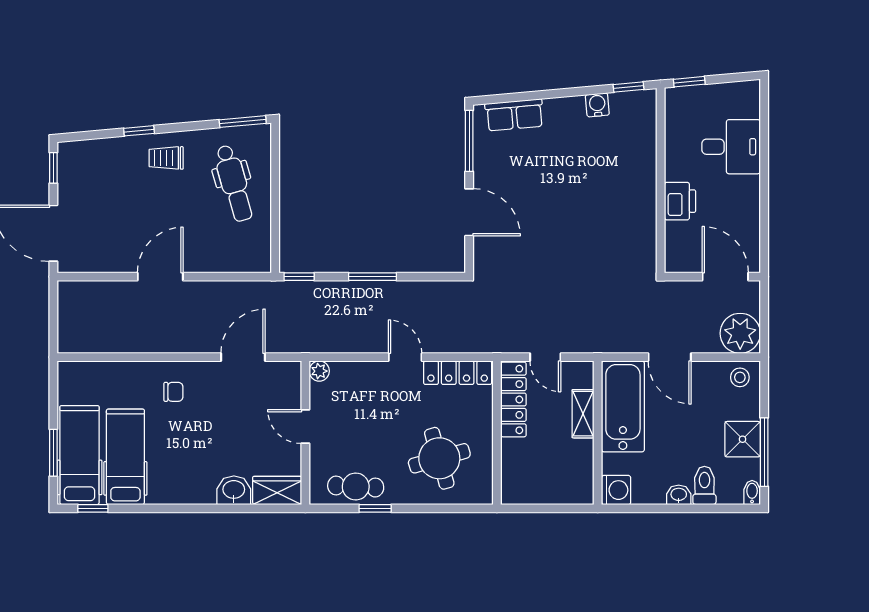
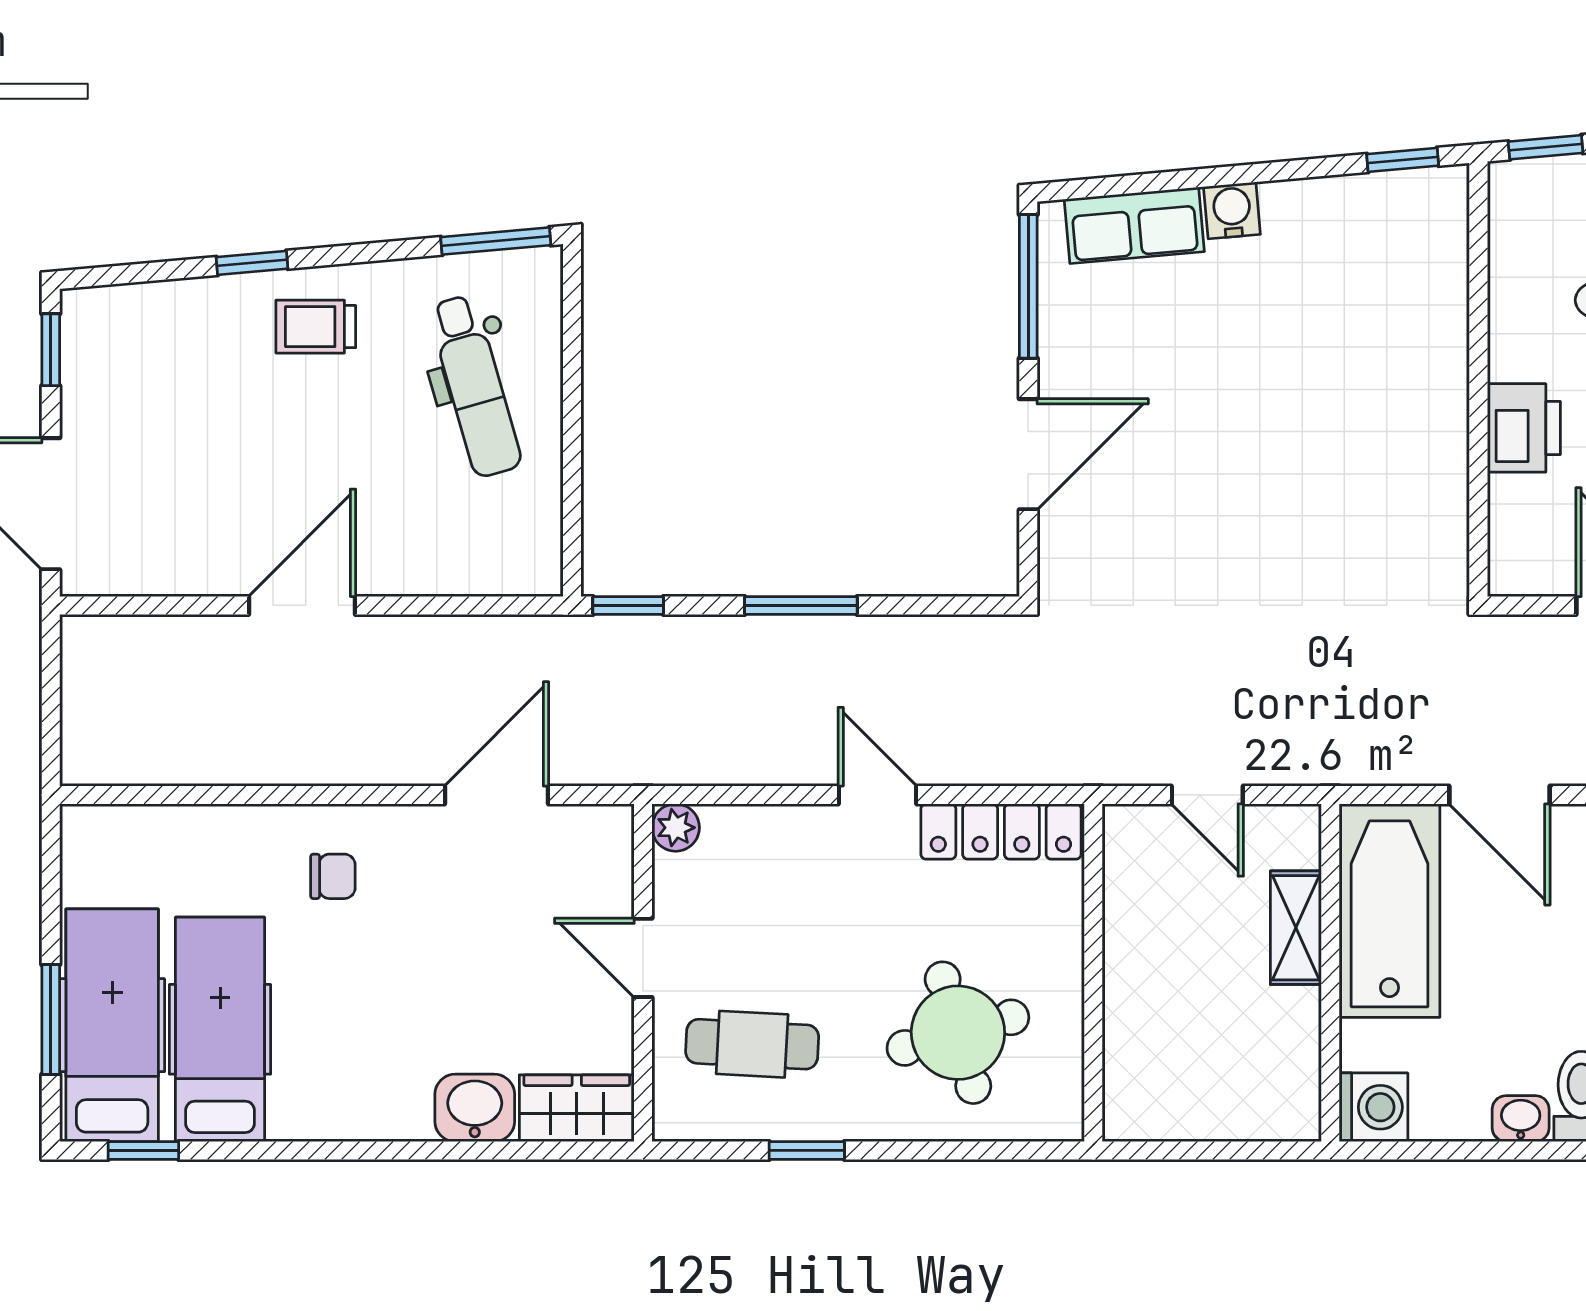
water cooler: (597, 105) -> (1232, 210), moved
door: (469, 212) -> (1028, 454), hinge flipped
locker: (513, 399) -> (1132, 894), removed
cafe table: (356, 487) -> (752, 1044), moved

